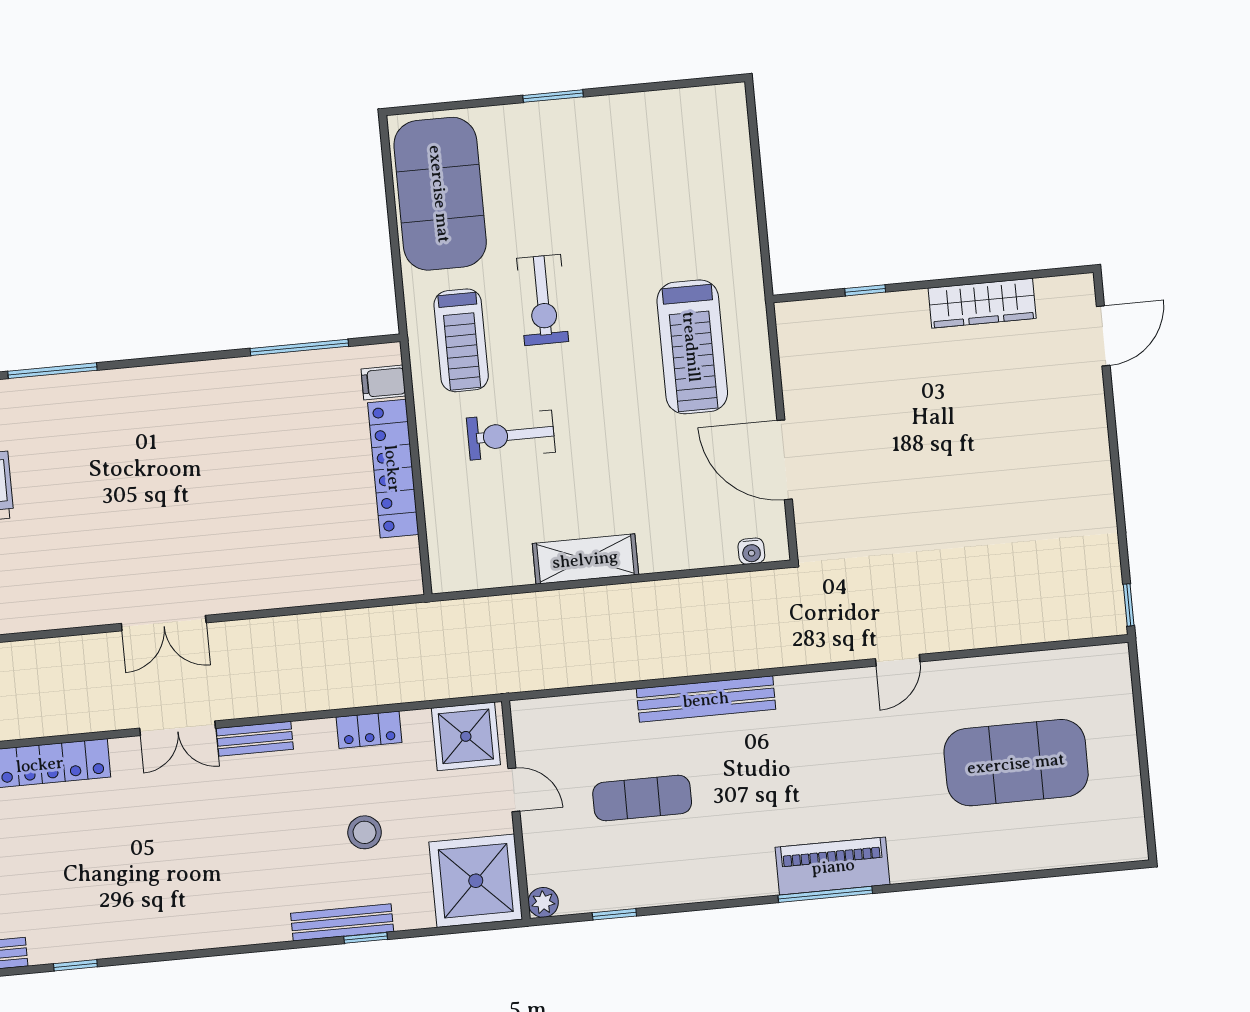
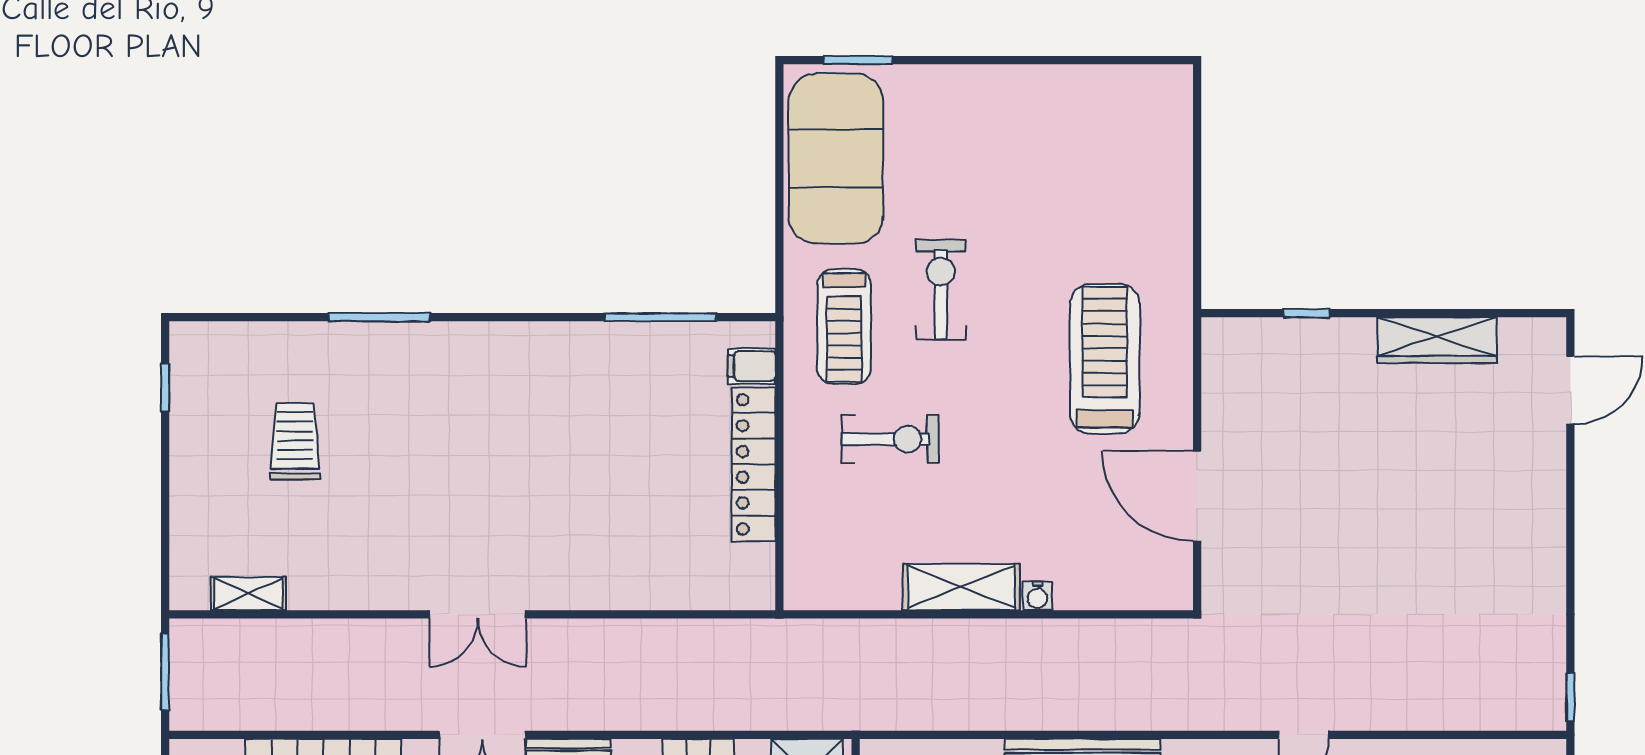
window: (553, 96) -> (858, 60), moved
exercise bike: (543, 300) -> (941, 290), turned 180
treadmill: (692, 347) -> (1105, 359), turned 180
exercise bike: (511, 435) -> (890, 439), turned 180
water cooler: (751, 551) -> (1037, 596), moved

